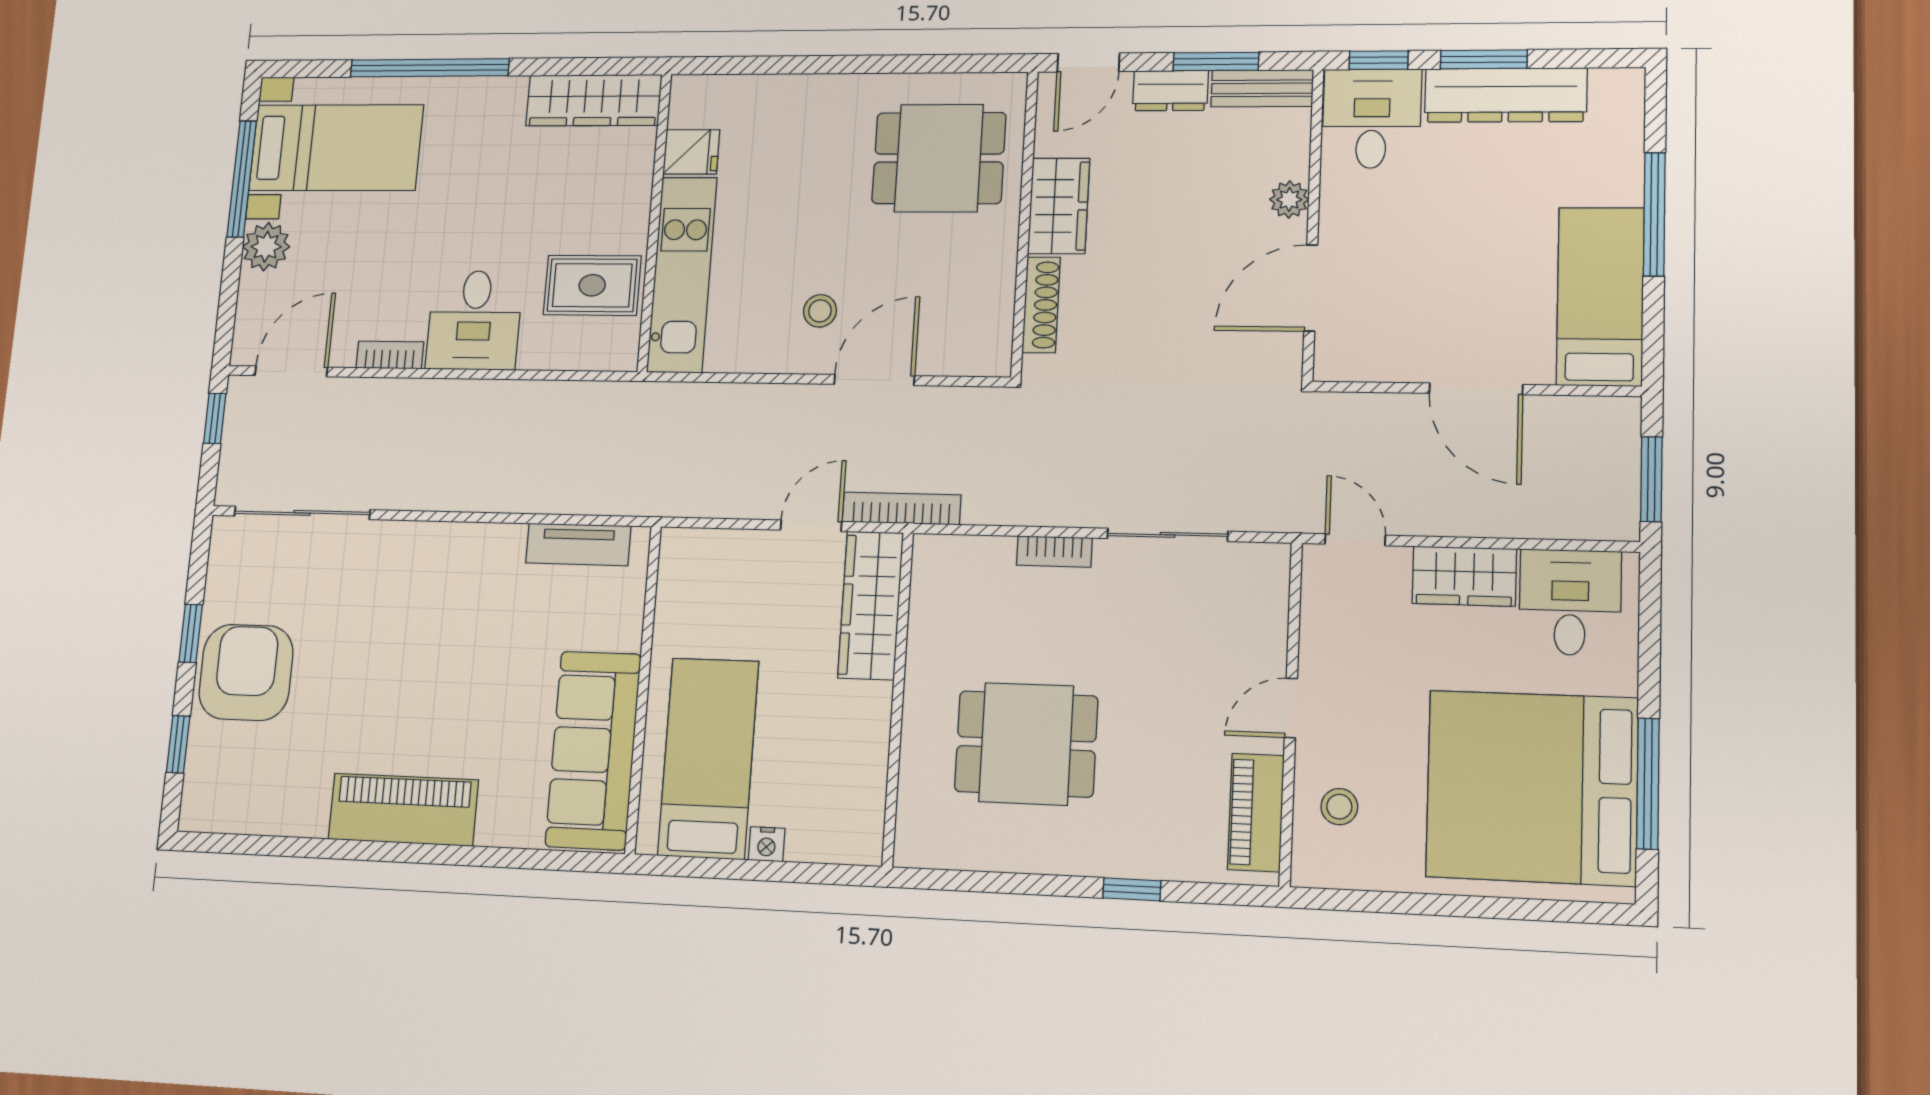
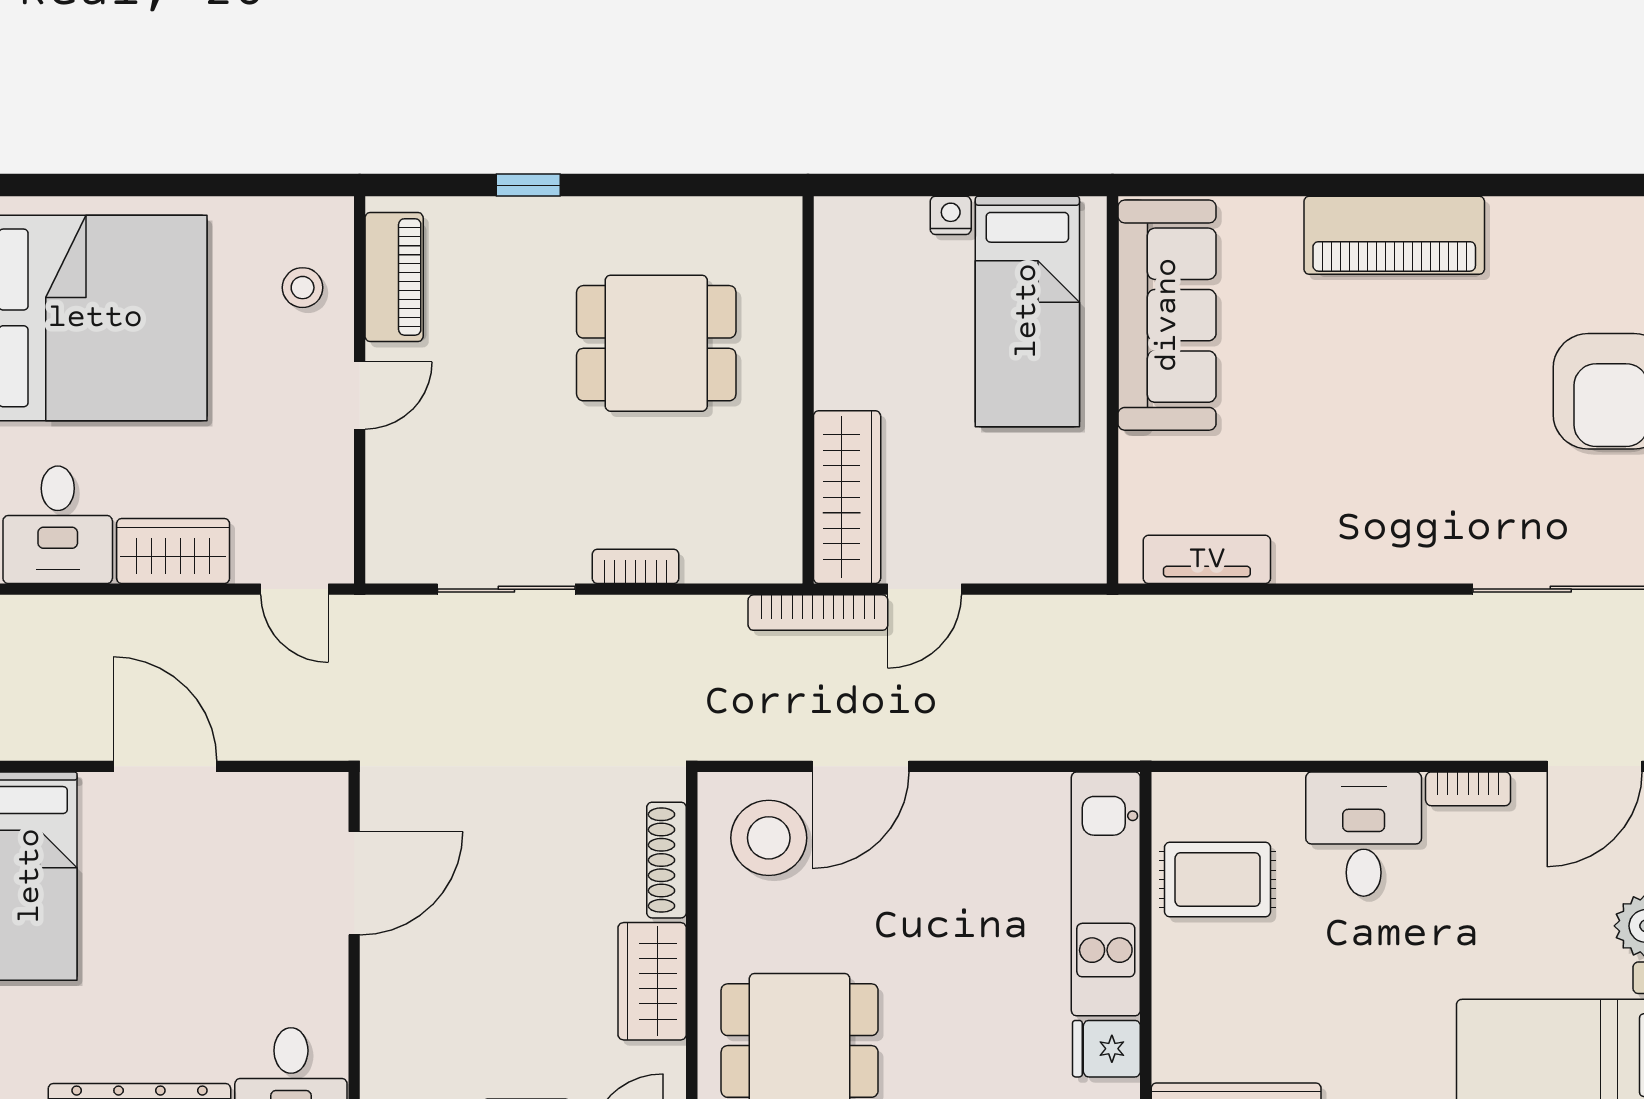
plant: (1289, 200) -> (382, 990), removed
stool: (820, 311) -> (769, 838), moved, width x1.89, depth x1.89

